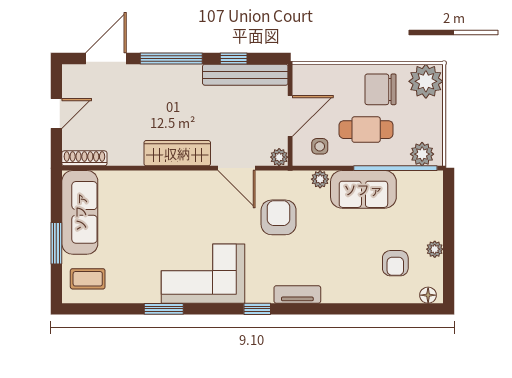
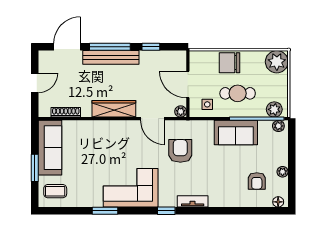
bench: (245, 75) -> (111, 57), moved
chair: (381, 89) -> (229, 63), moved
door: (290, 116) -> (188, 84), swing flipped
shoe rack: (84, 158) -> (66, 112), moved
plant: (320, 179) -> (278, 126), moved

